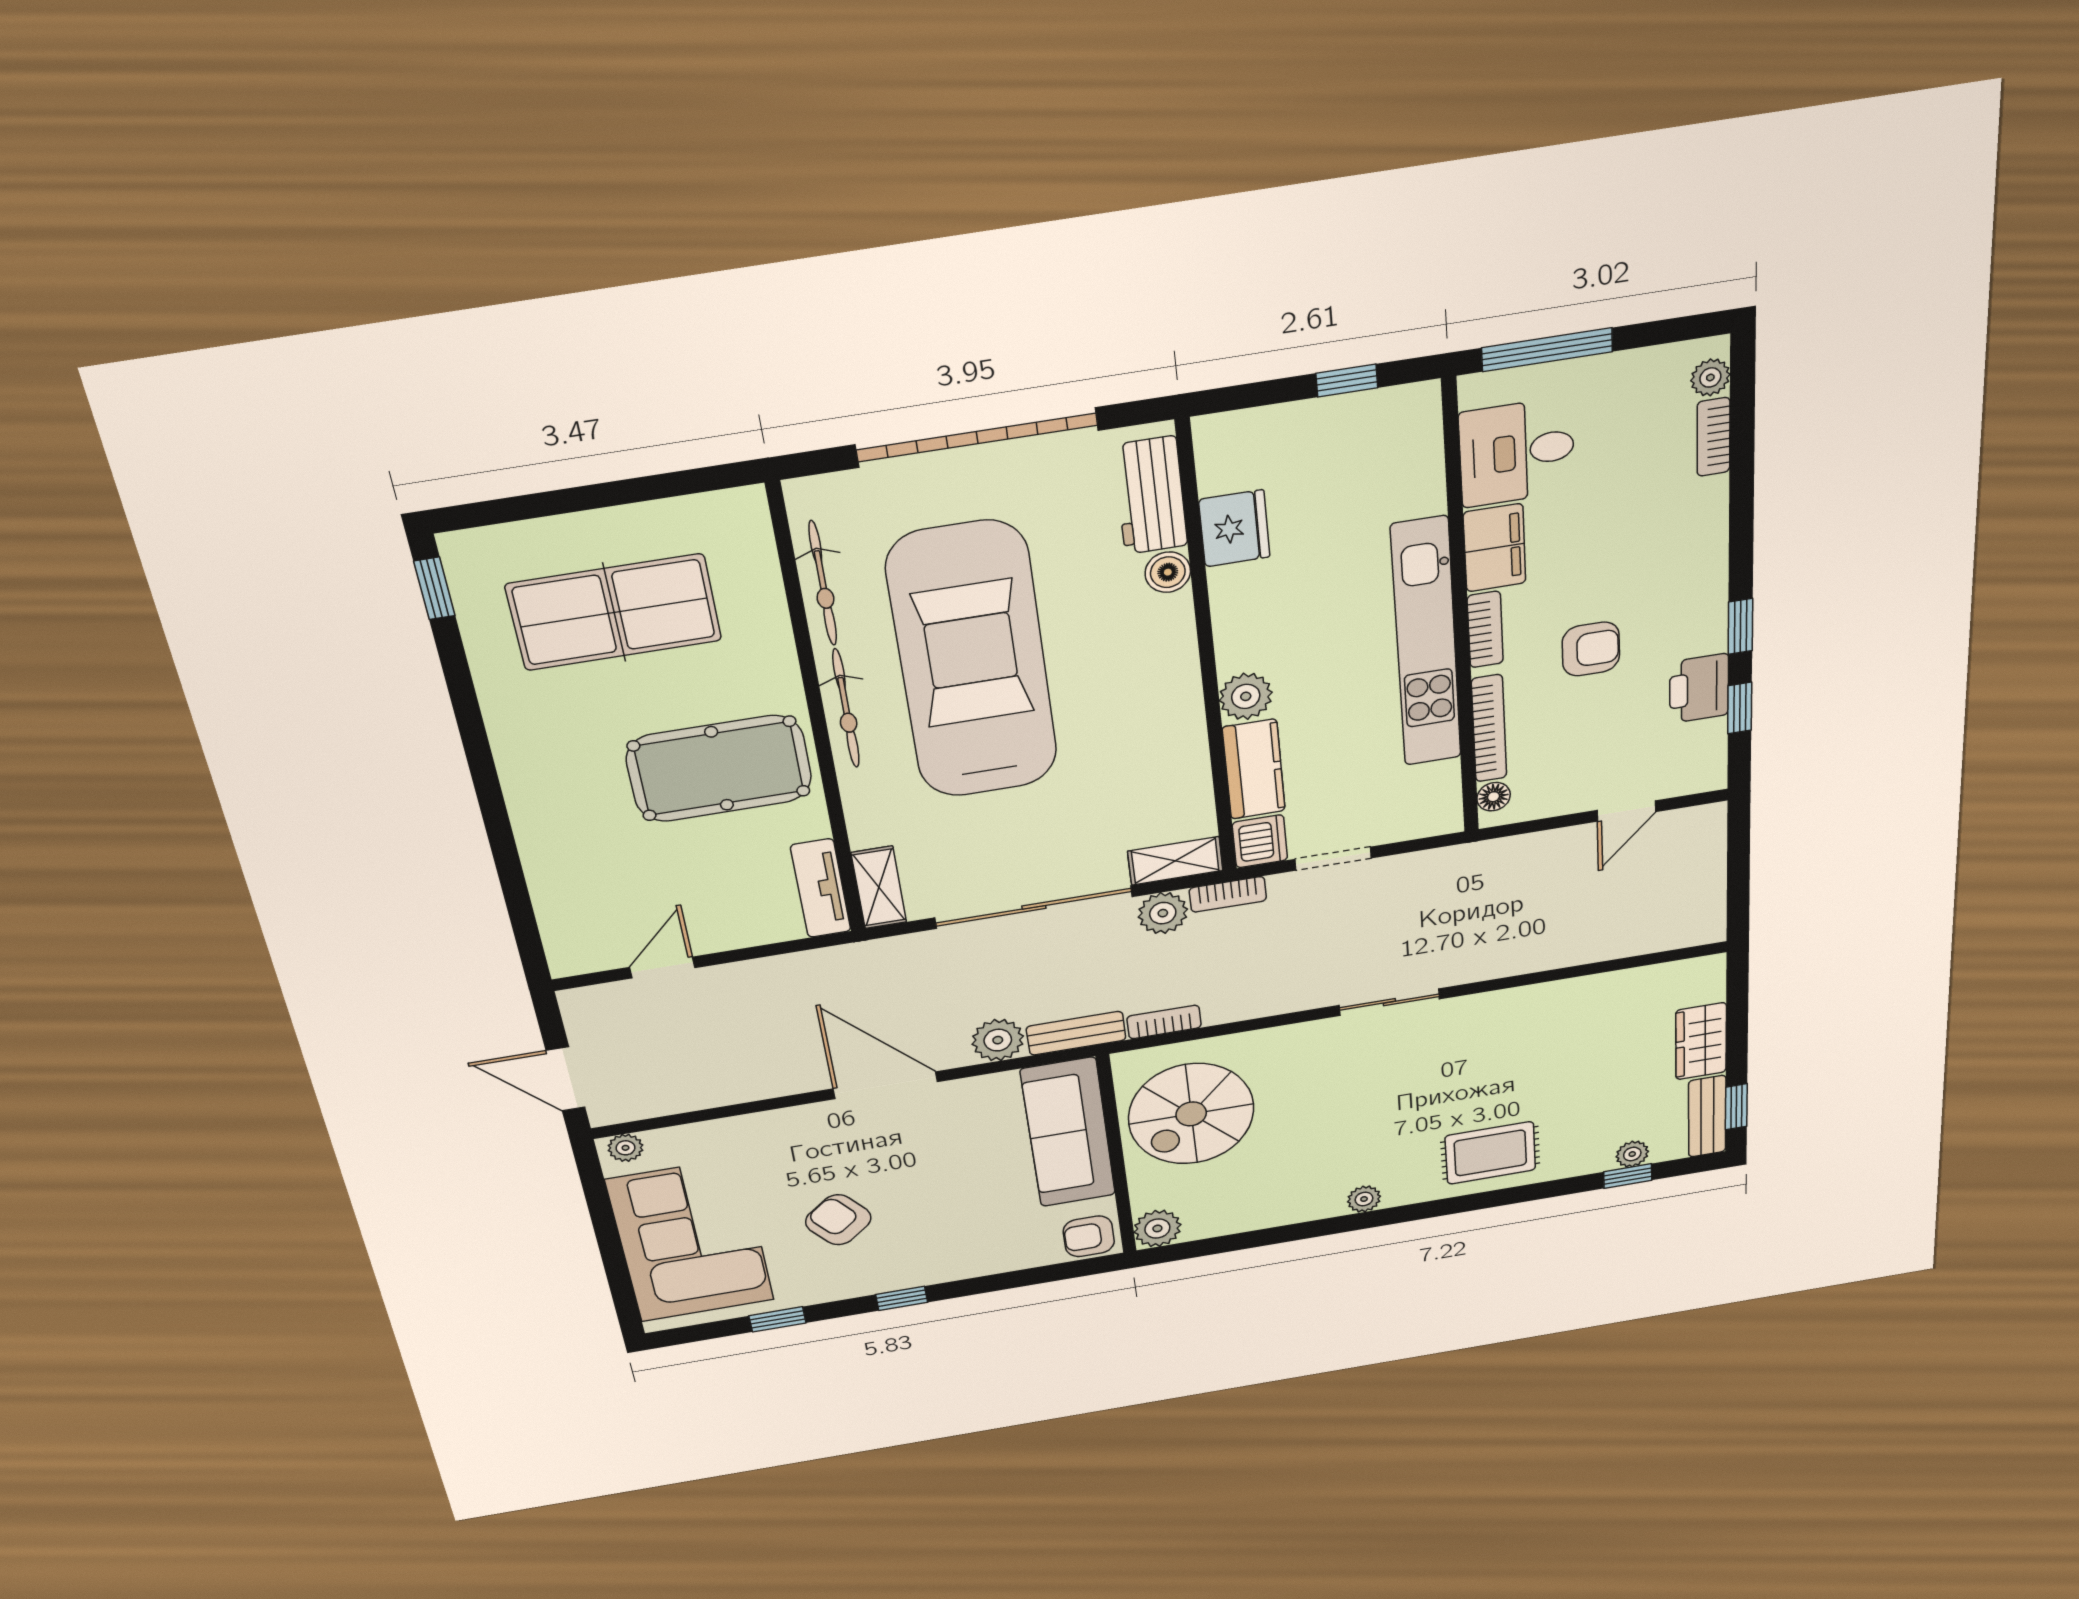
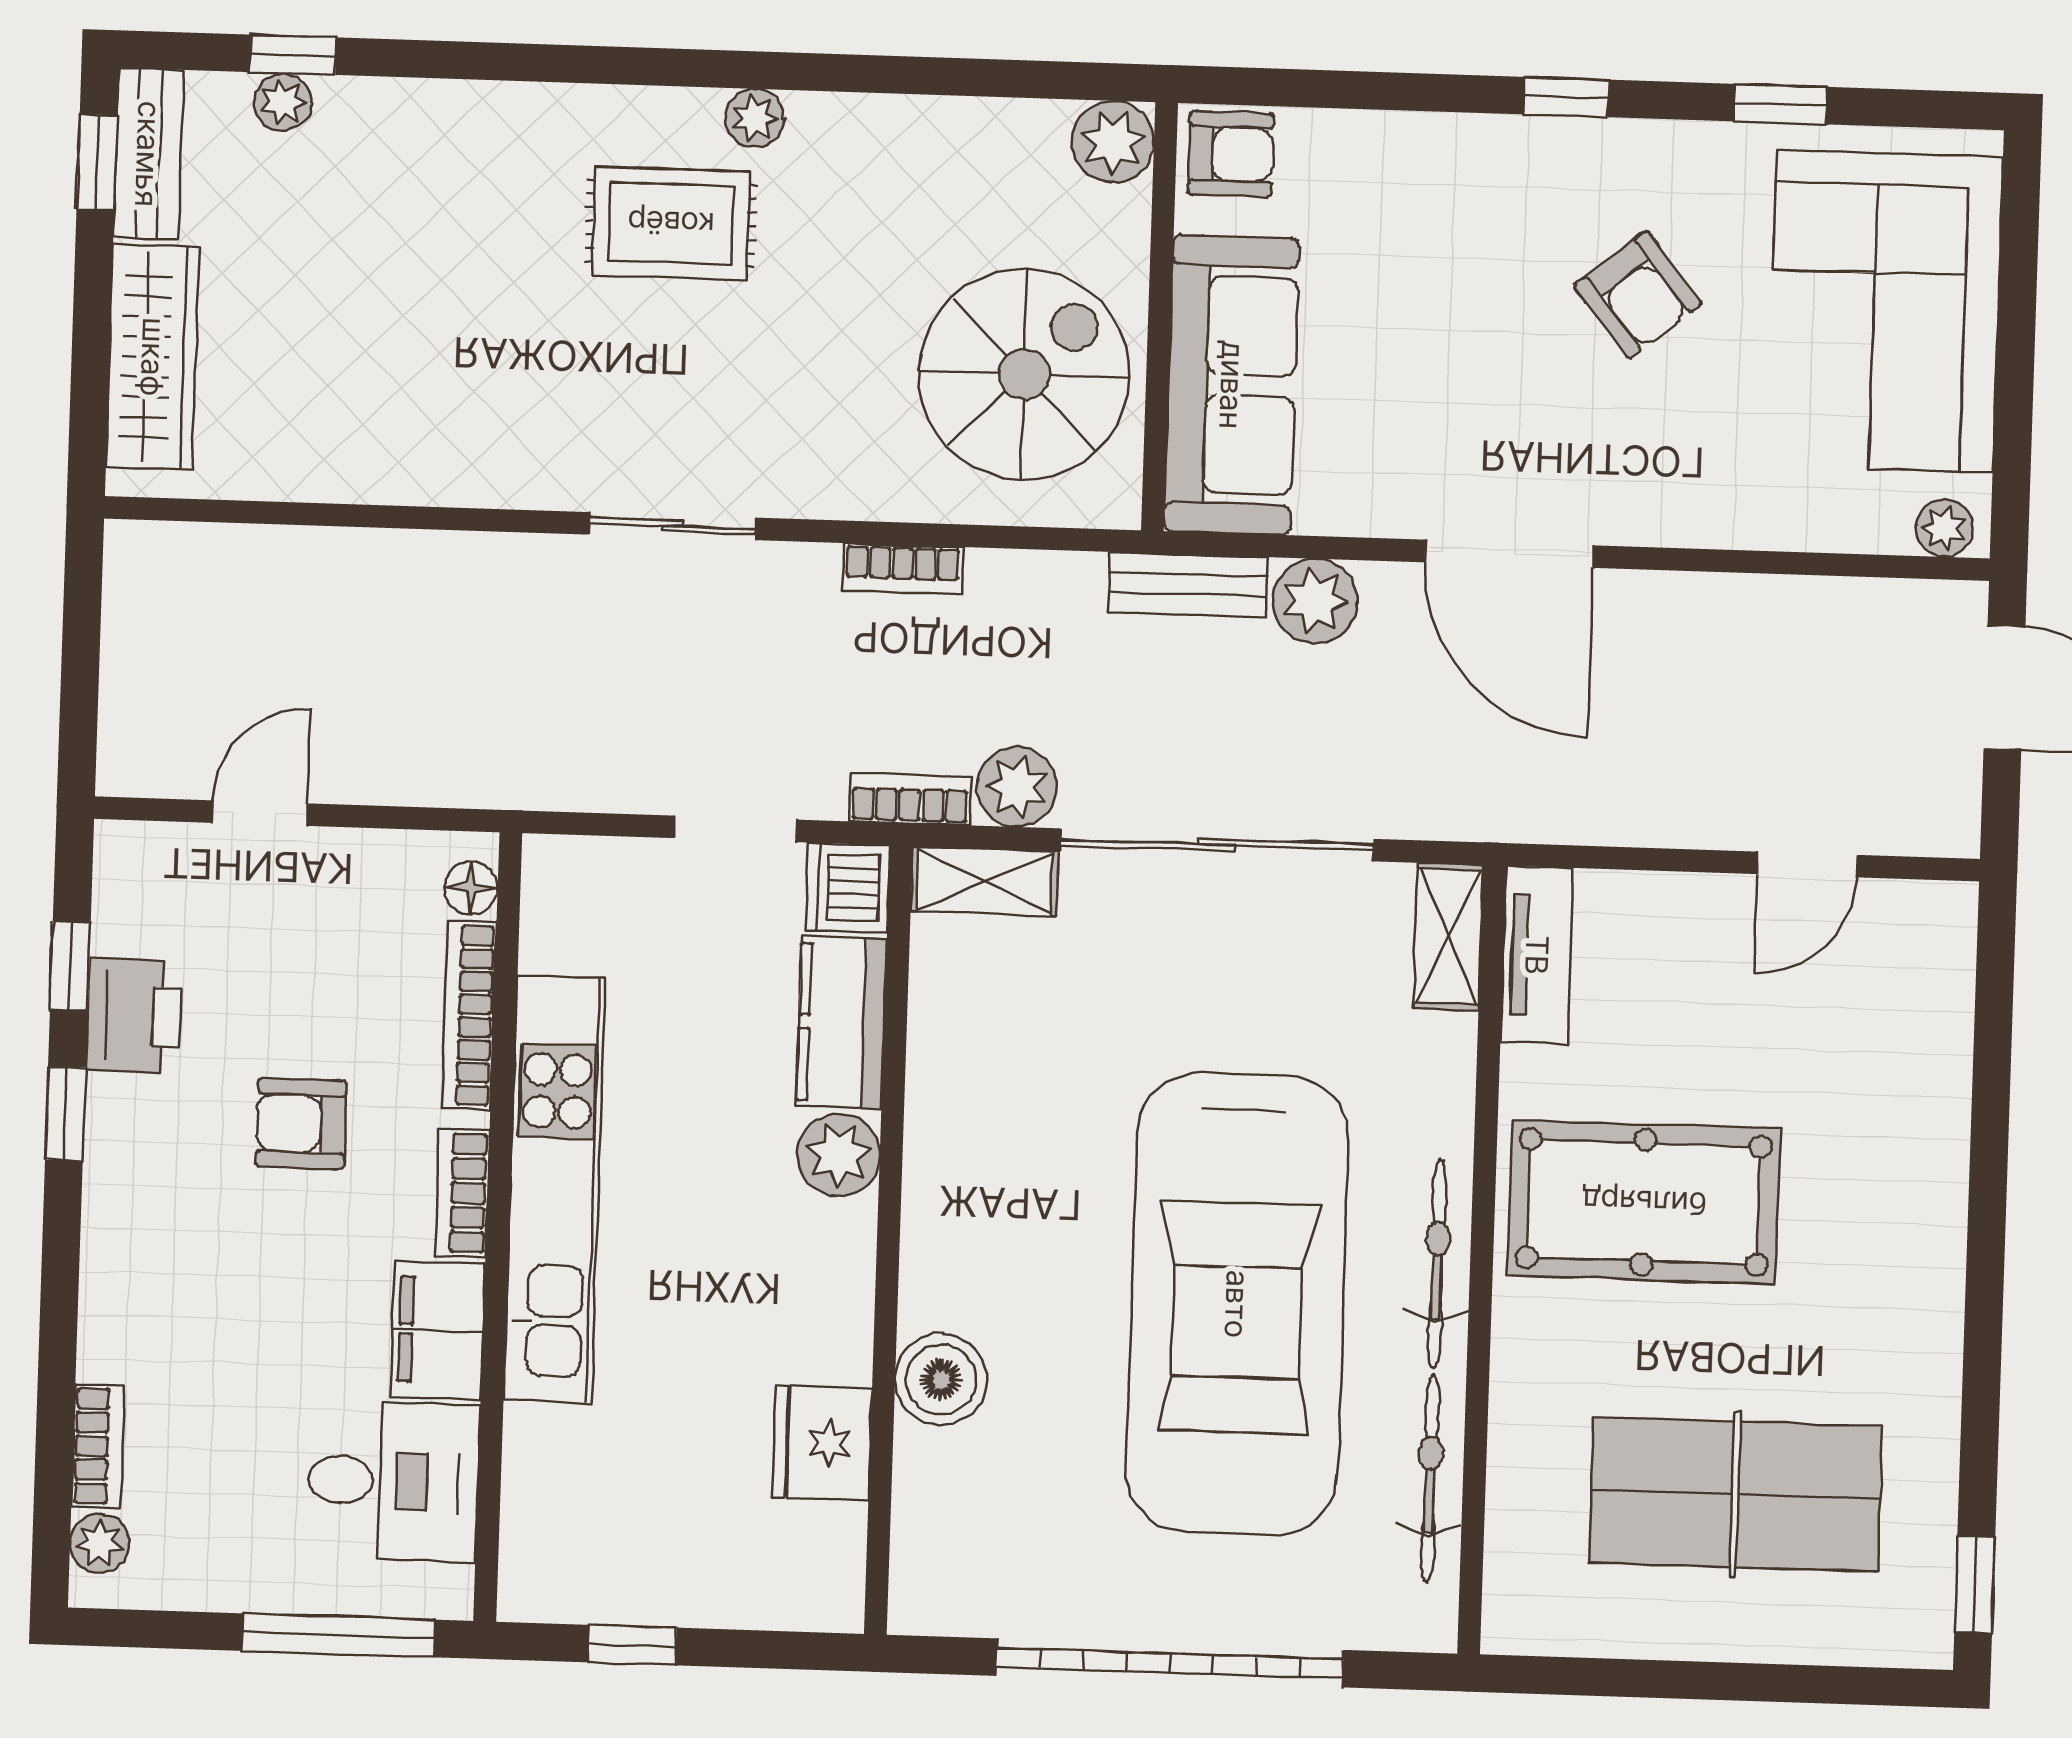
workbench: (1150, 495) -> (937, 1522), removed
boiler: (1168, 572) -> (941, 1379), width x1.36, depth x1.36
bookcase: (1164, 1022) -> (903, 569), moved
wardrobe: (1701, 1041) -> (153, 357), width x1.50
rug: (1490, 1153) -> (671, 223), moved

